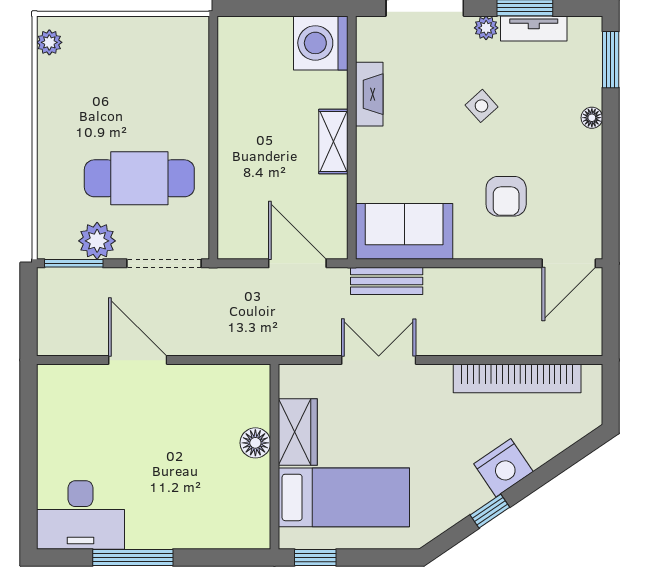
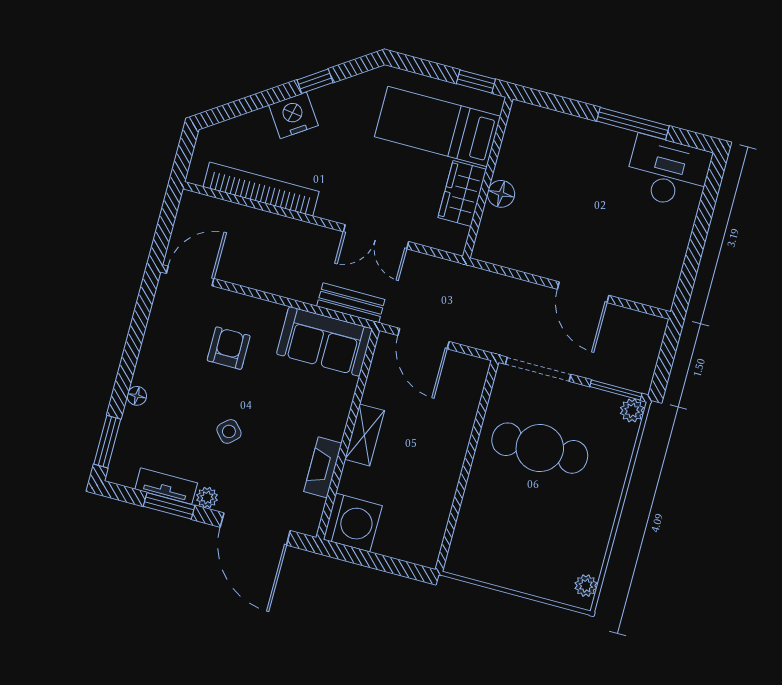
plant: (97, 241) -> (632, 410), moved, width x0.73, depth x0.73

